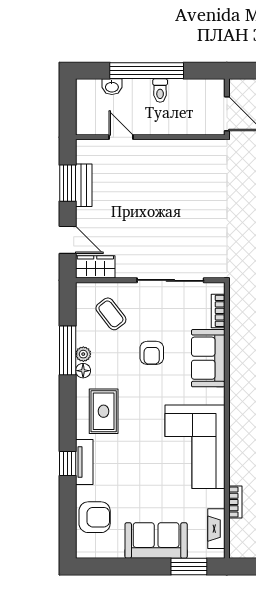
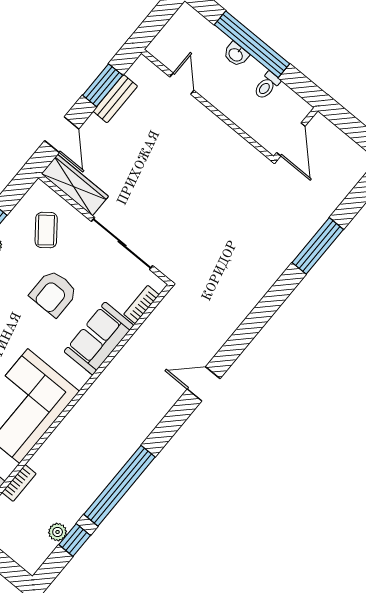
washbasin: (112, 87) -> (236, 54), moved
toilet: (160, 91) -> (267, 86), moved
wardrobe: (95, 267) -> (75, 185), width x1.50
armchair: (152, 353) -> (54, 293), width x1.38, depth x1.38

